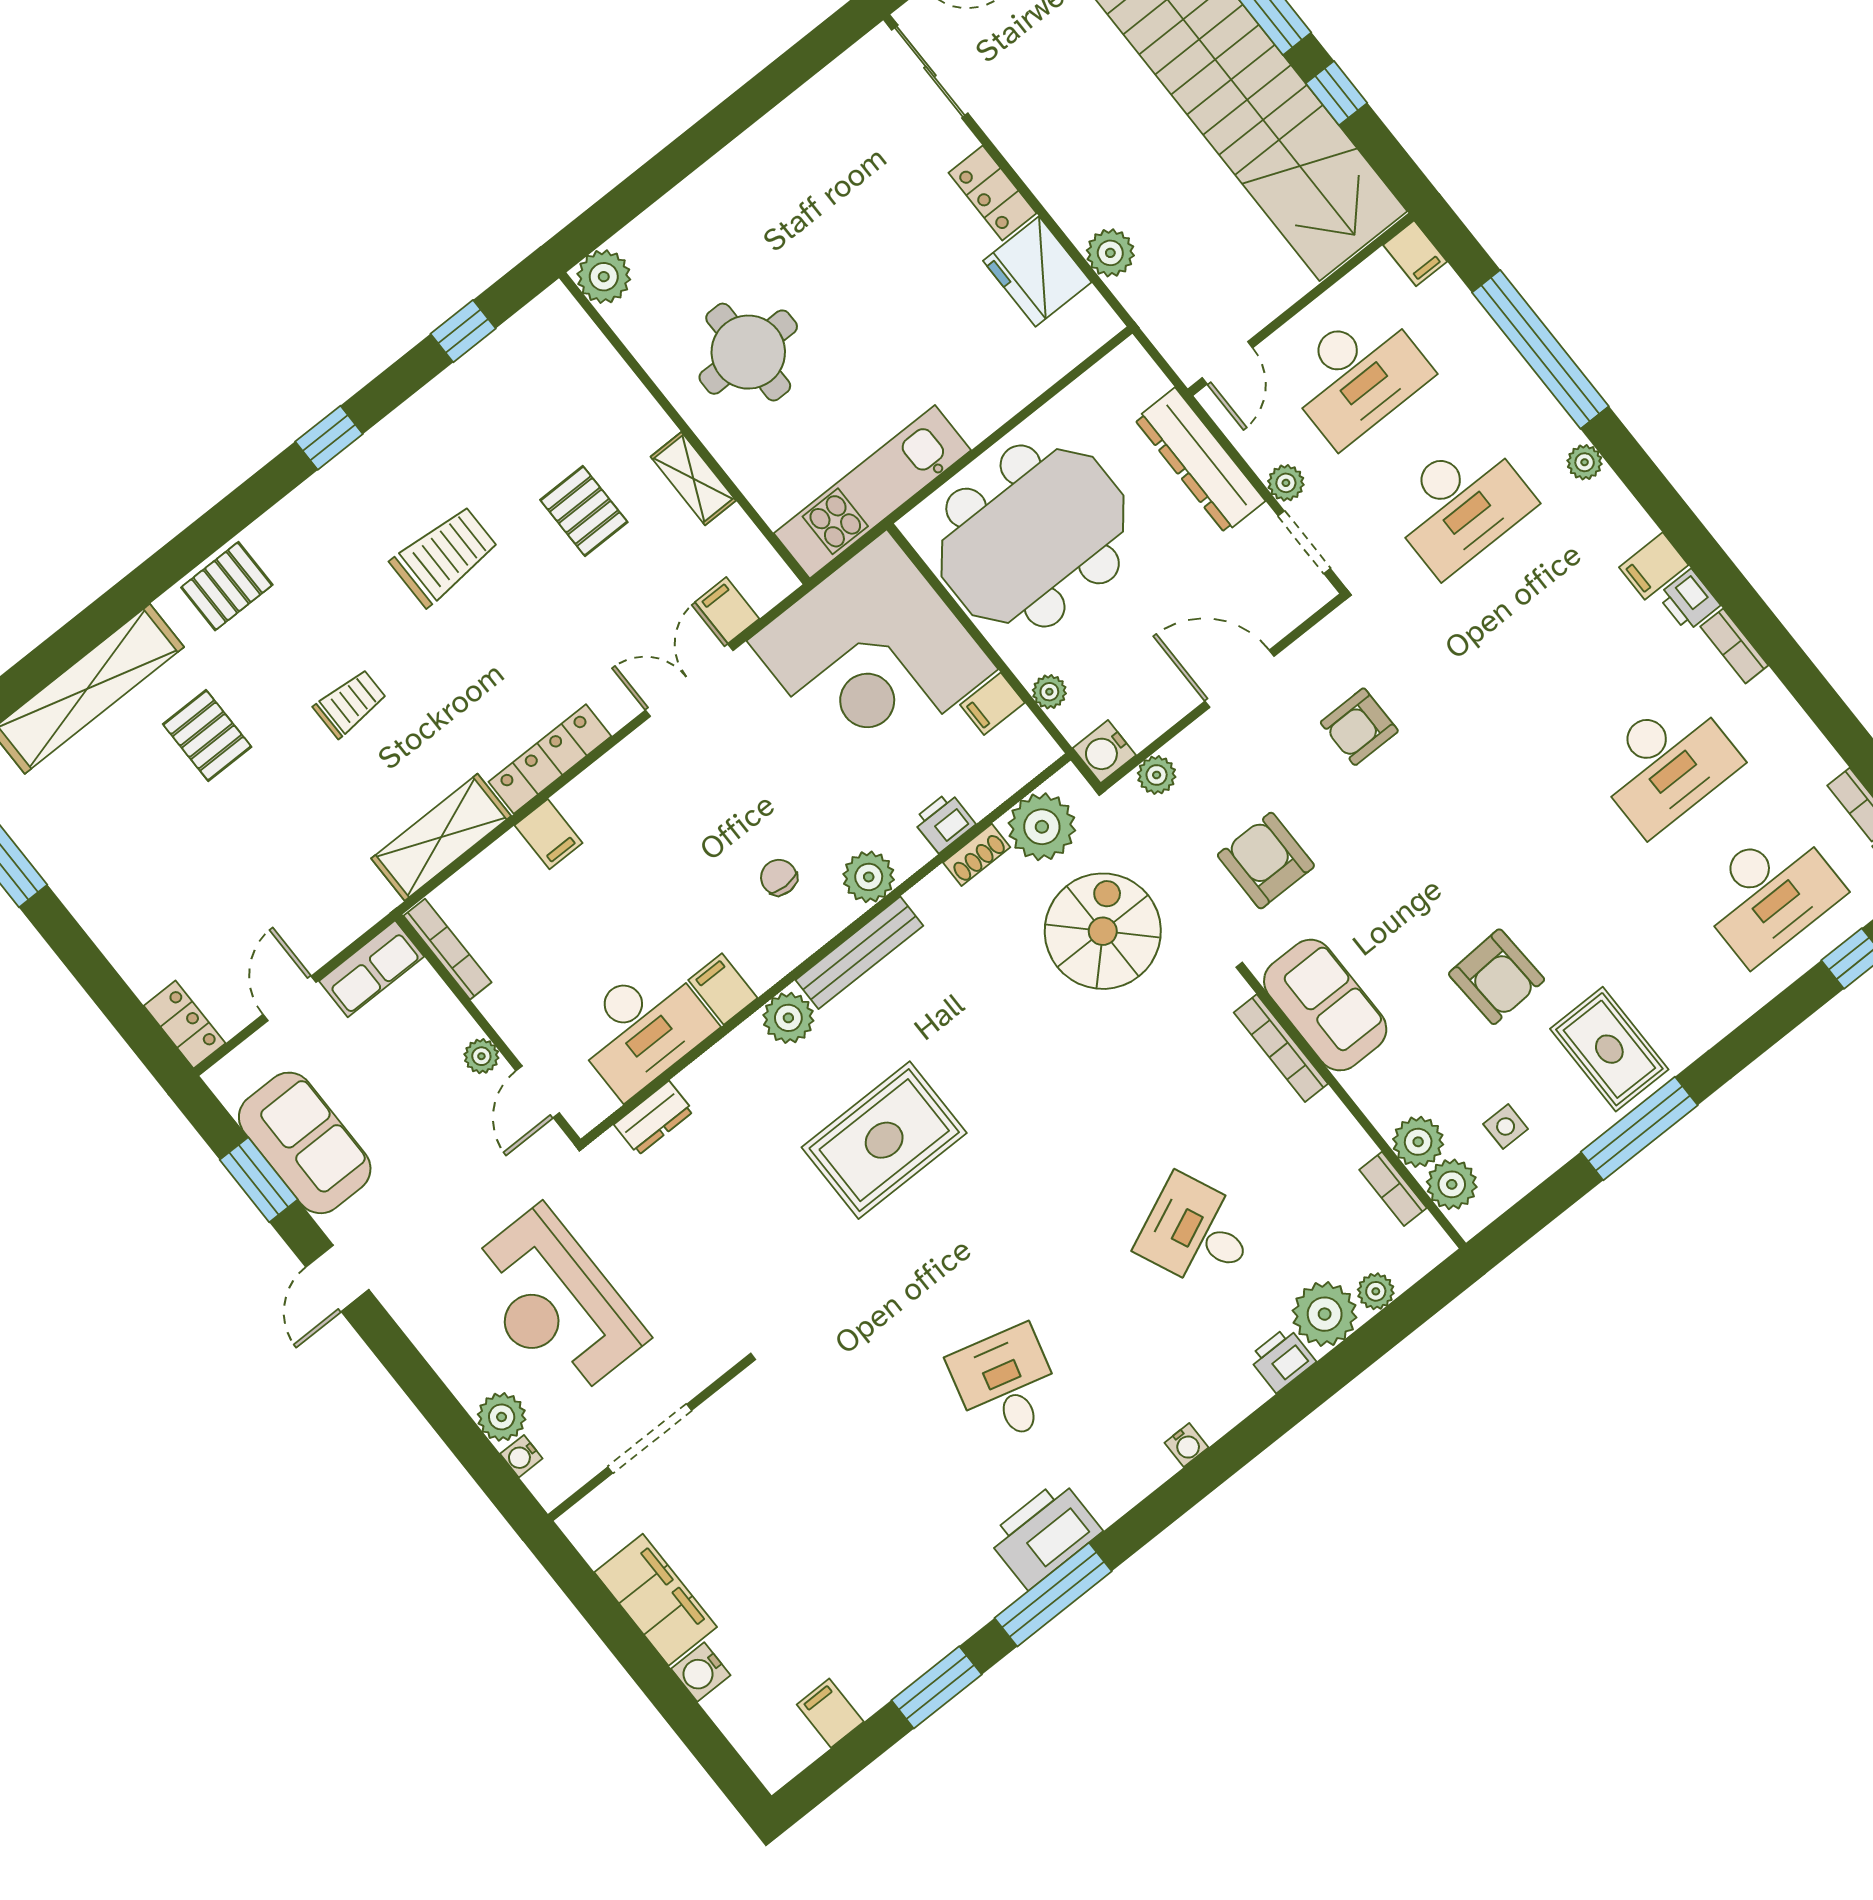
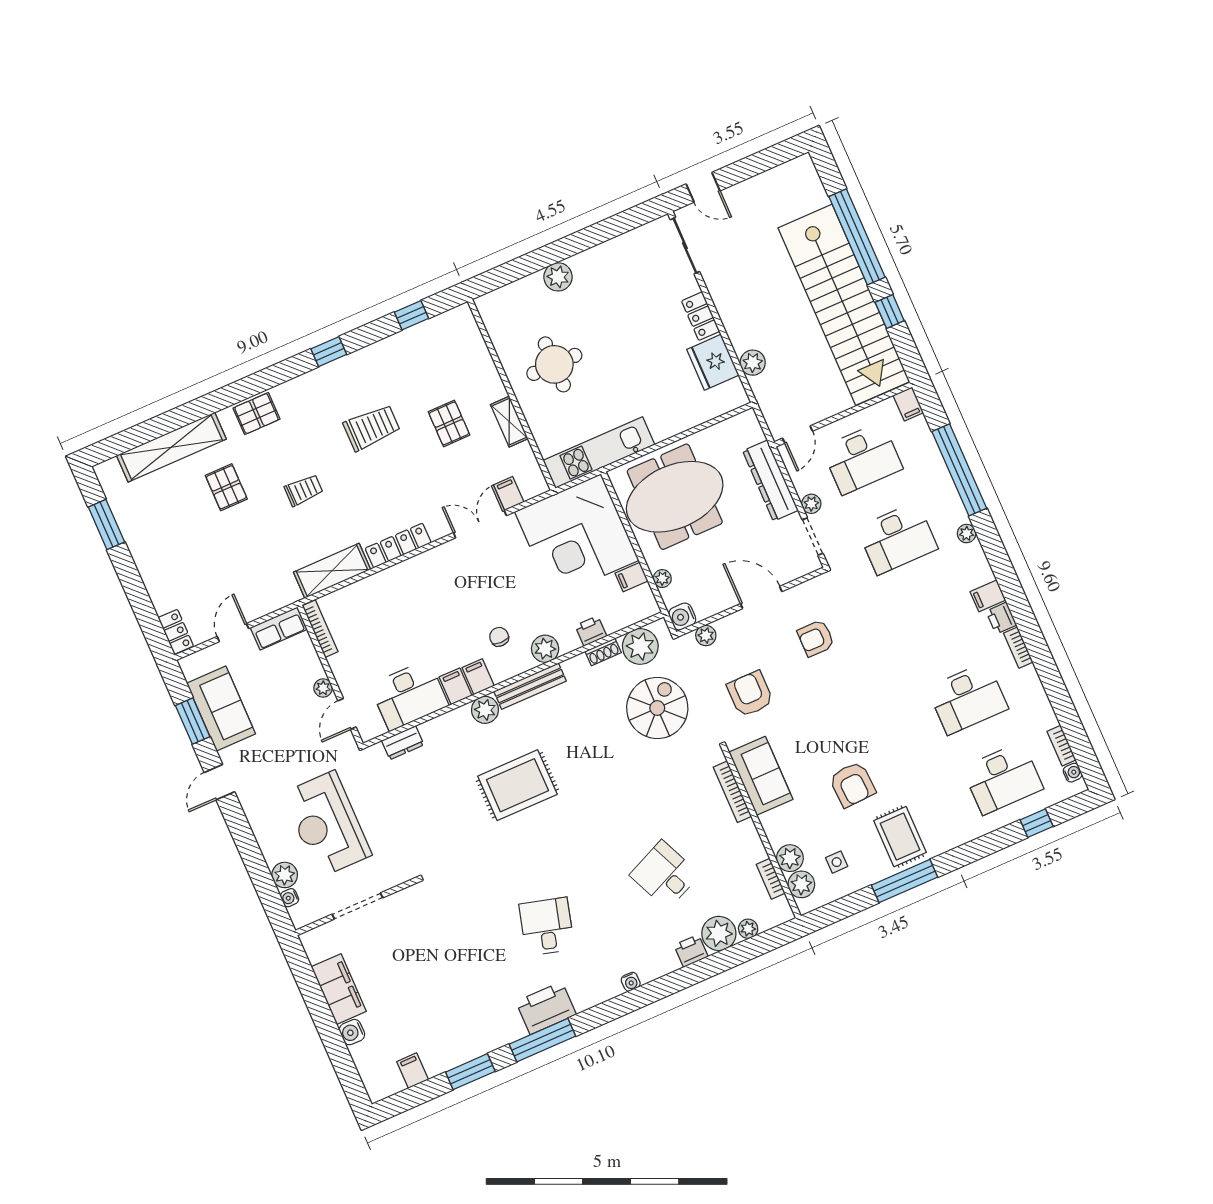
plant: (604, 277) -> (558, 277), moved
filing cabinet: (549, 834) -> (478, 677), moved, turned 180

